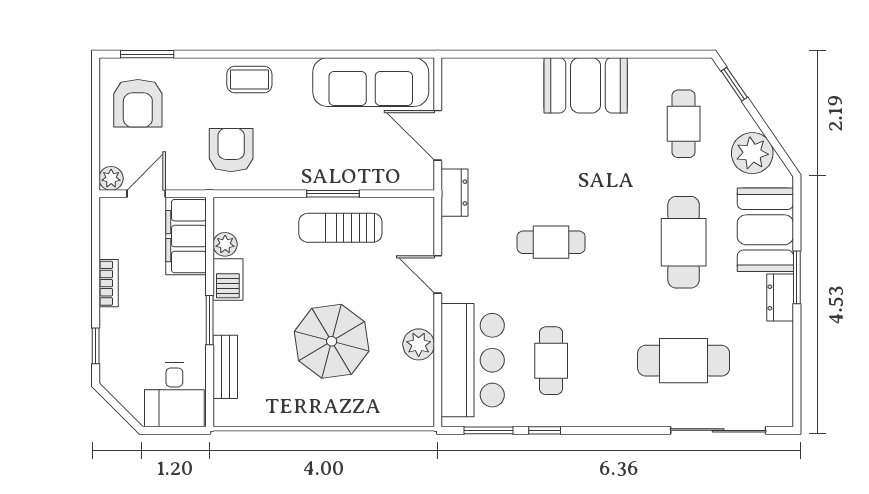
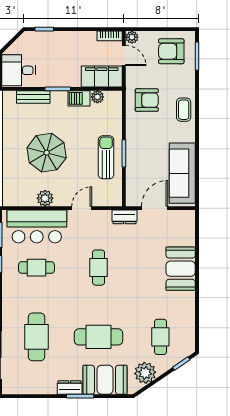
booth: (586, 85) -> (181, 269), moved
cafe table: (684, 124) -> (160, 337), turned 90
bookcase: (109, 283) -> (110, 36), moved

